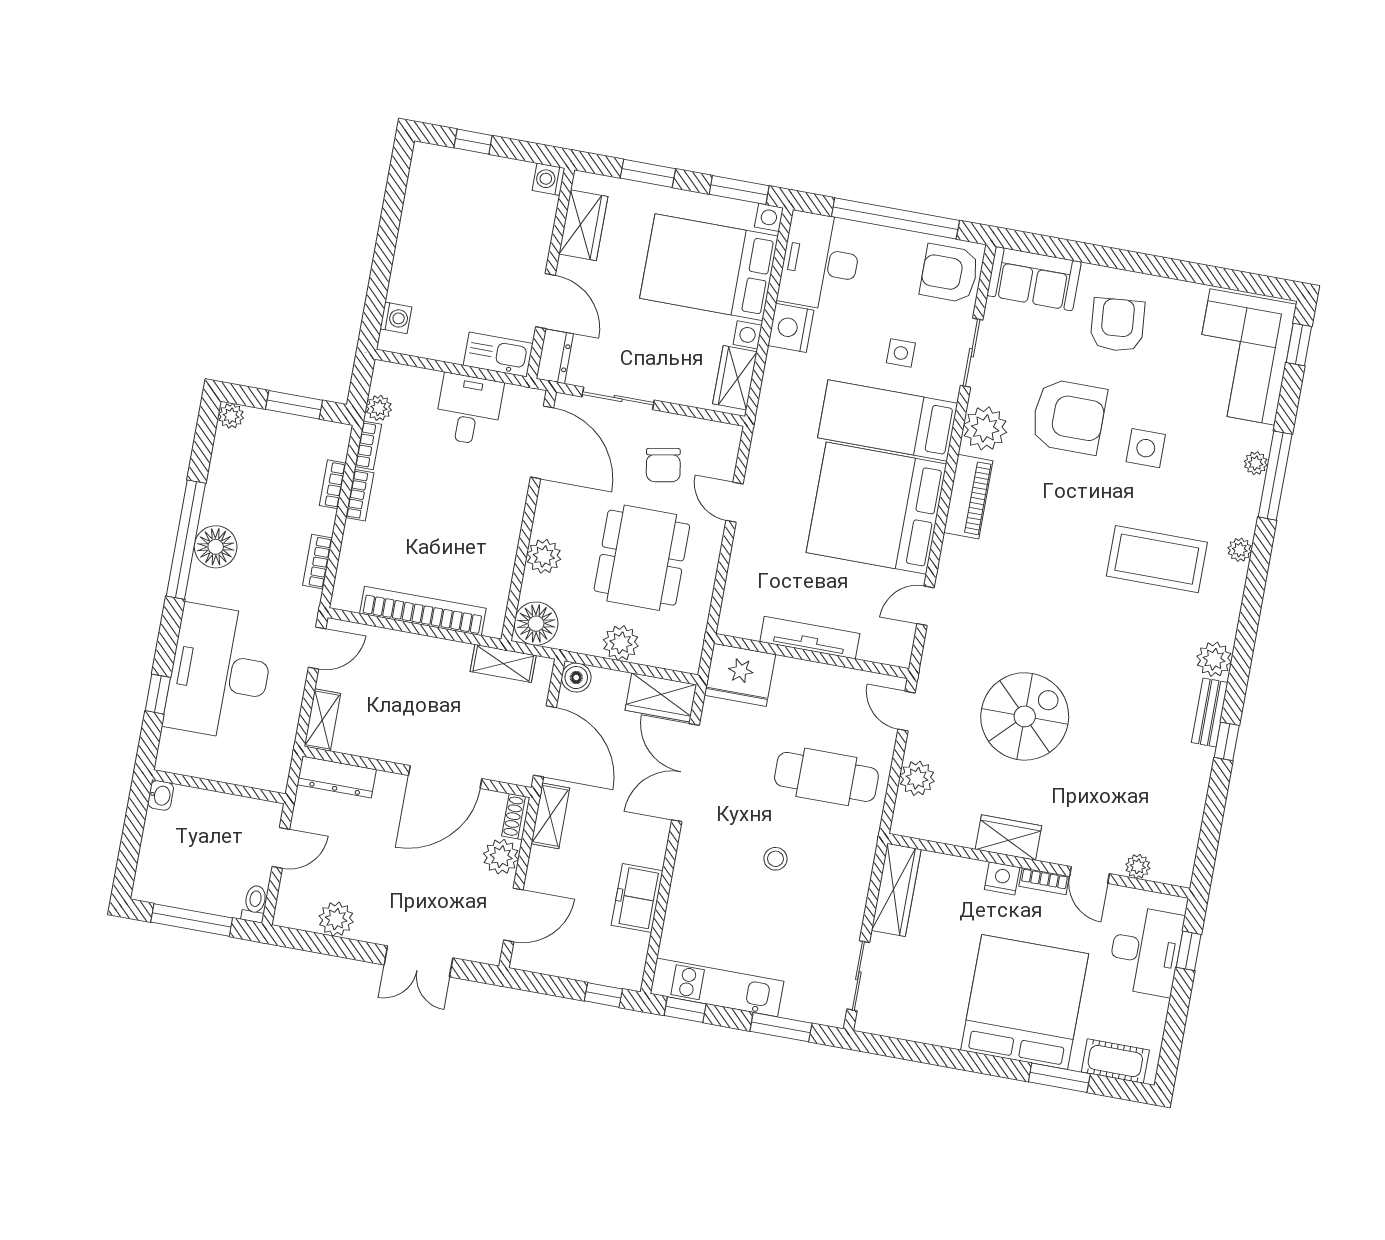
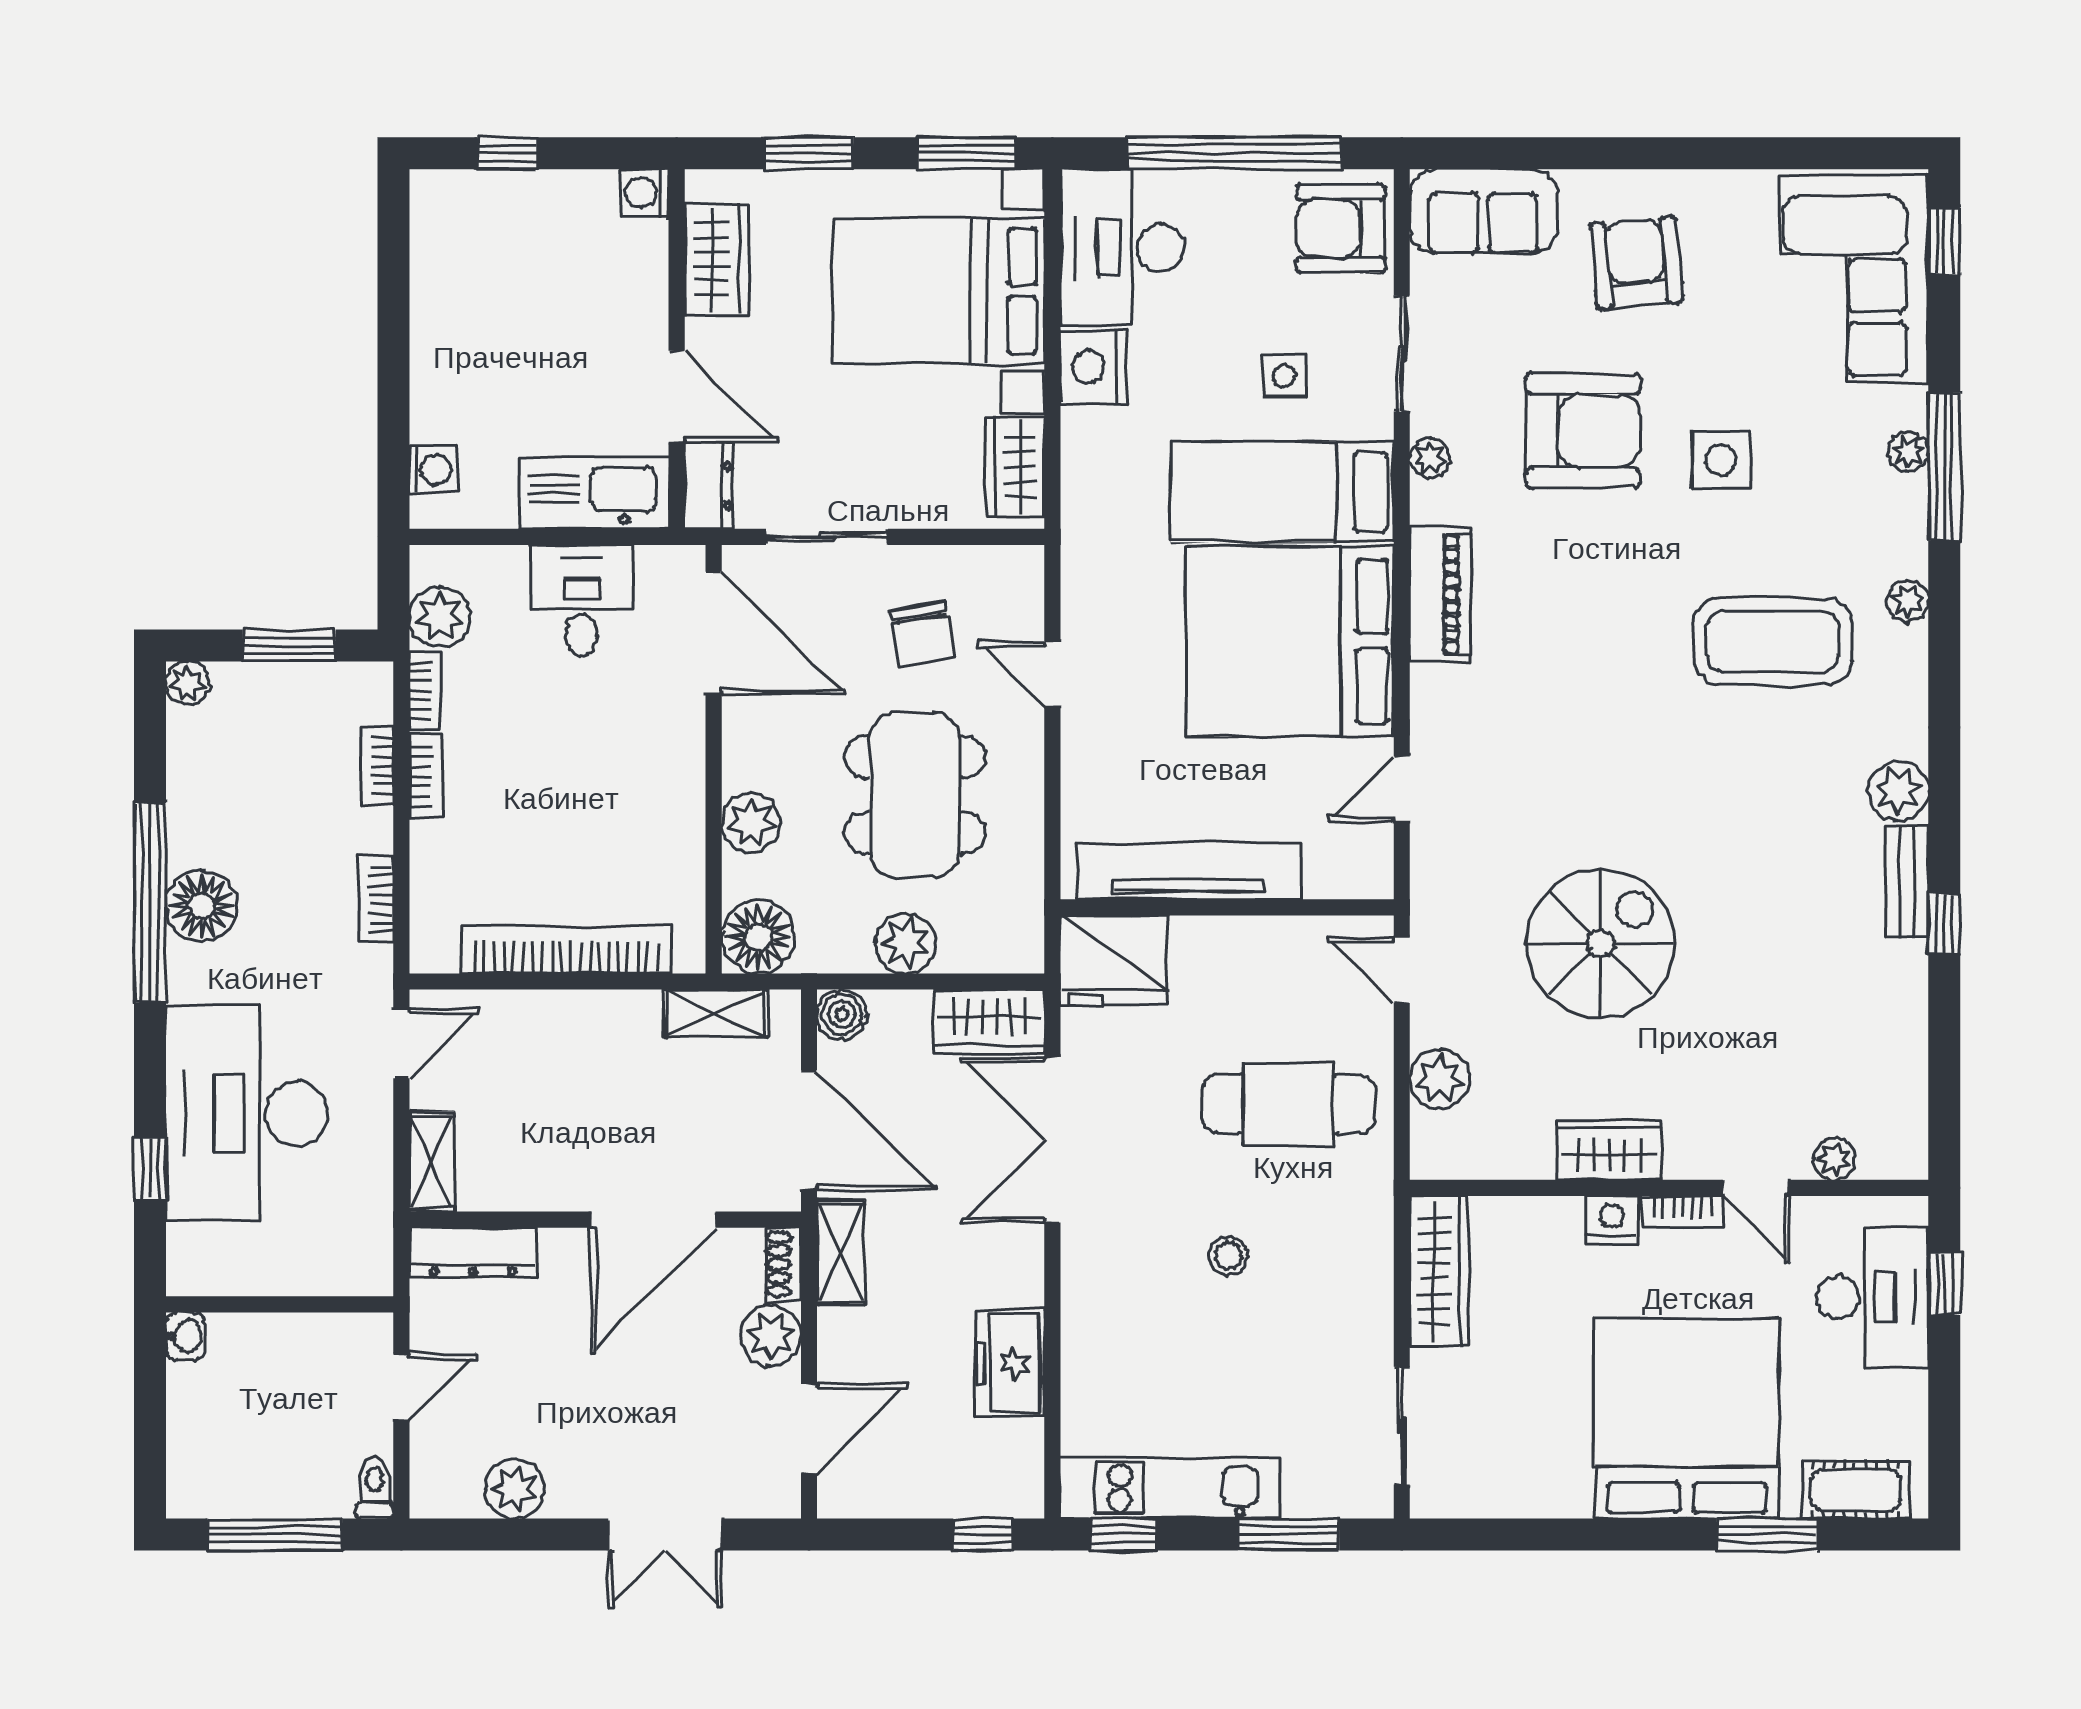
kitchen sink: (498, 354) -> (594, 493), width x1.36, depth x1.24
plant: (379, 408) -> (440, 617), width x1.38, depth x1.38
plant: (985, 428) -> (1430, 458), width x0.53, depth x0.53
tv unit: (810, 638) -> (1189, 871), width x1.36, depth x1.29

